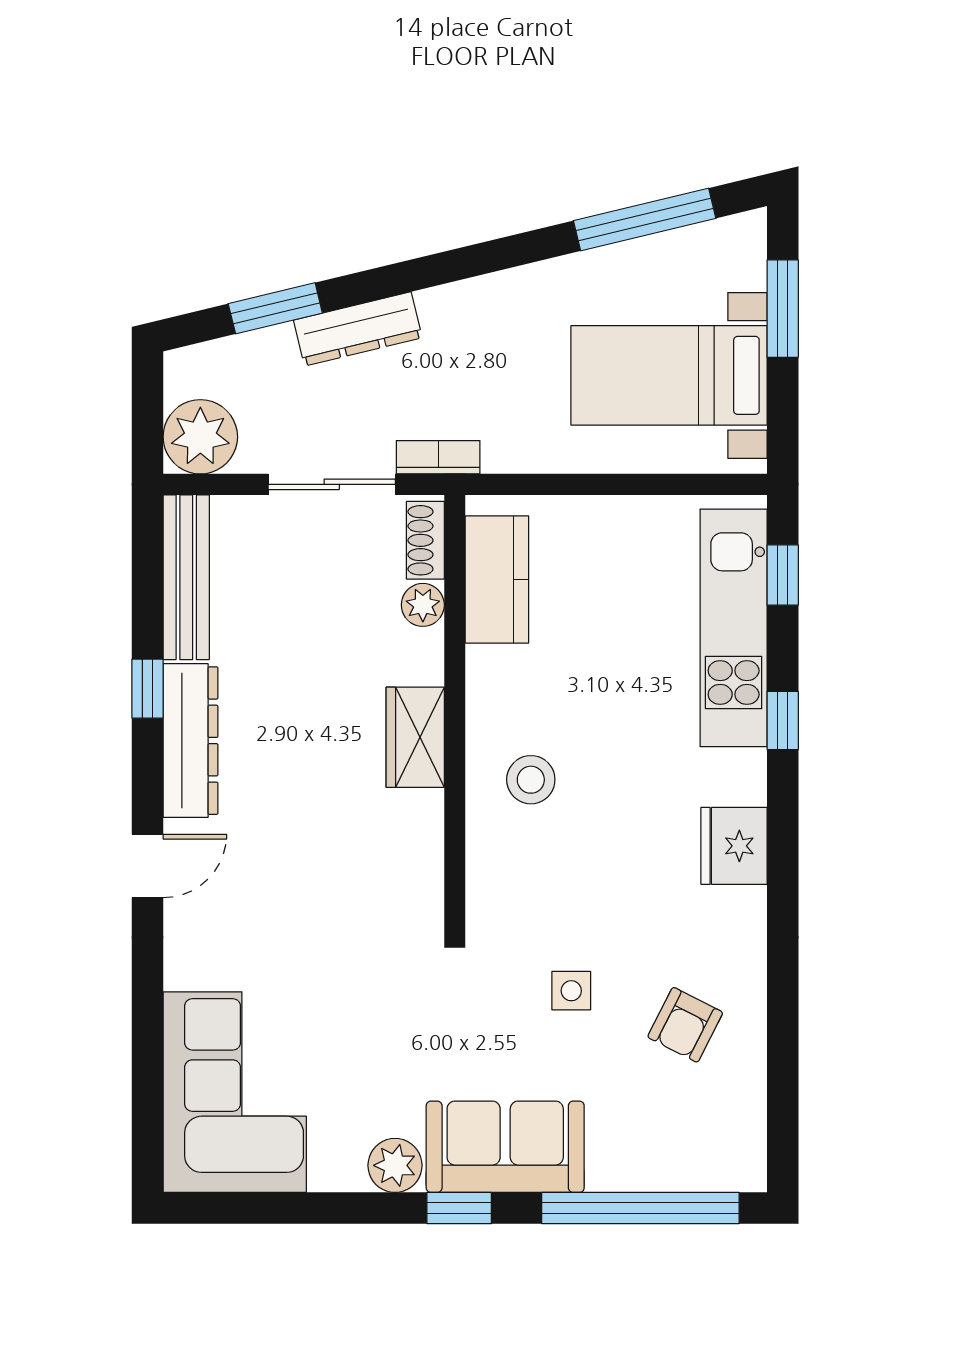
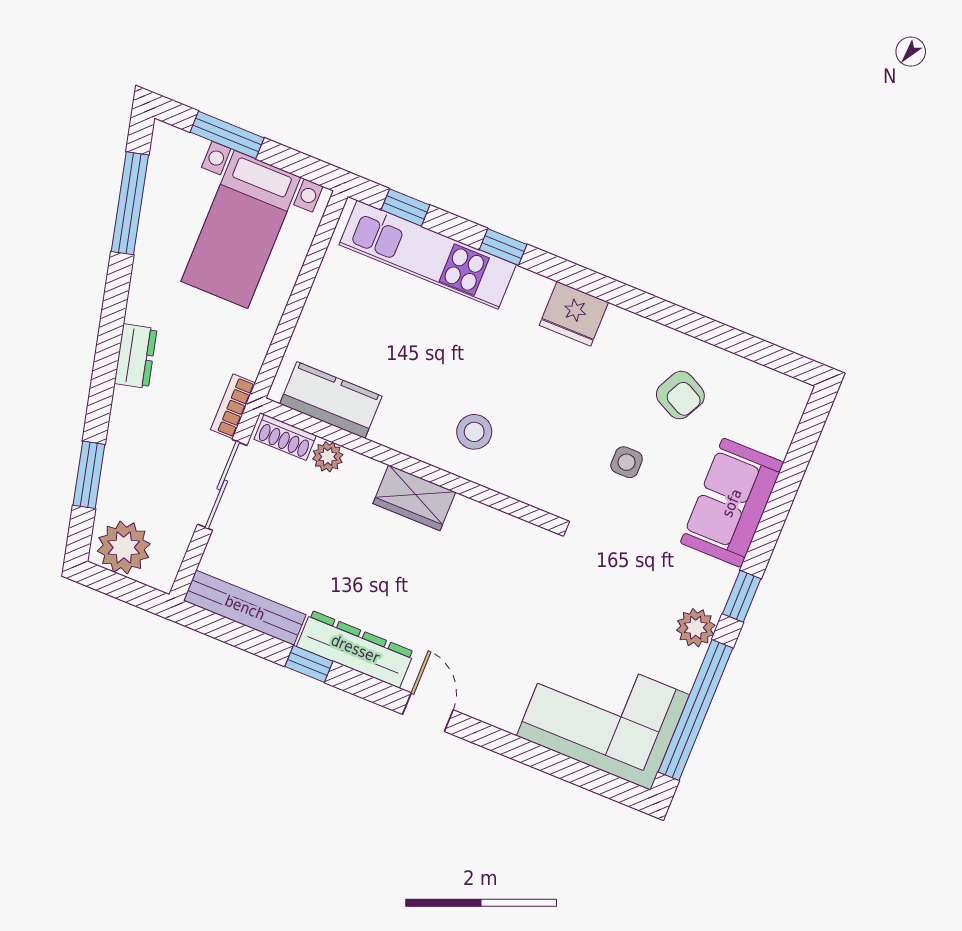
dresser: (358, 329) -> (136, 356), moved, width x0.70
plant: (200, 437) -> (124, 547), moved
sofa: (505, 1147) -> (732, 503), moved
window: (640, 1208) -> (696, 710), moved

